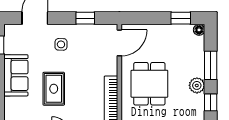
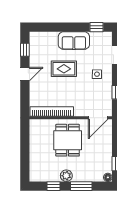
door: (119, 43) -> (98, 118), hinge flipped
dining table: (149, 84) -> (68, 140), turned 90

